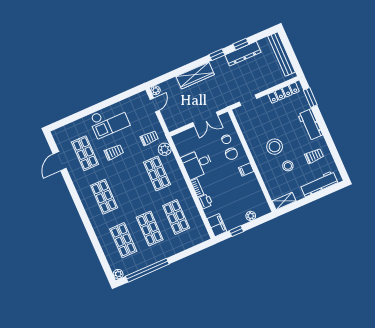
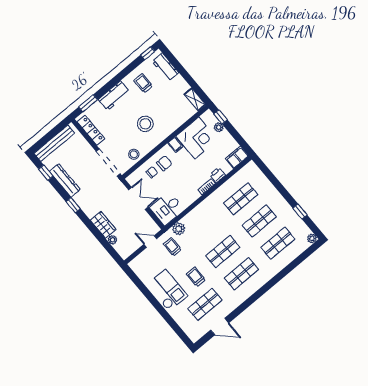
window: (241, 44) -> (46, 173), moved
wardrobe: (195, 76) -> (103, 225), width x0.67
plant: (156, 90) -> (112, 240), moved
doorway: (248, 100) -> (108, 162), width x1.88
door: (155, 105) -> (150, 241), moved
desk: (197, 164) -> (167, 208), moved, turned 90
stool: (288, 166) -> (134, 154), moved
window: (341, 169) -> (148, 53), added
shop shelf: (157, 173) -> (223, 252), moved
workbench: (319, 184) -> (165, 67), width x0.73
corner desk: (247, 192) -> (197, 138), added
window: (236, 231) -> (221, 117), moved
window: (147, 270) -> (300, 212), width x0.32

